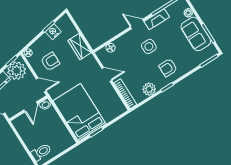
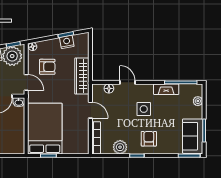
door: (137, 24) -> (127, 82), moved
sofa: (196, 34) -> (193, 136), moved
wardrobe: (80, 47) -> (82, 76), width x1.50
armchair: (168, 68) -> (149, 139), turned 90

